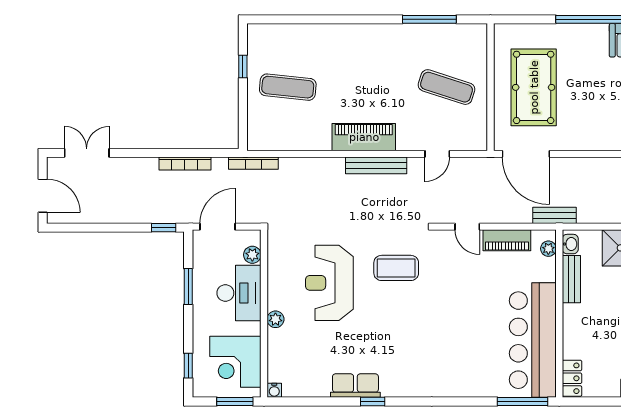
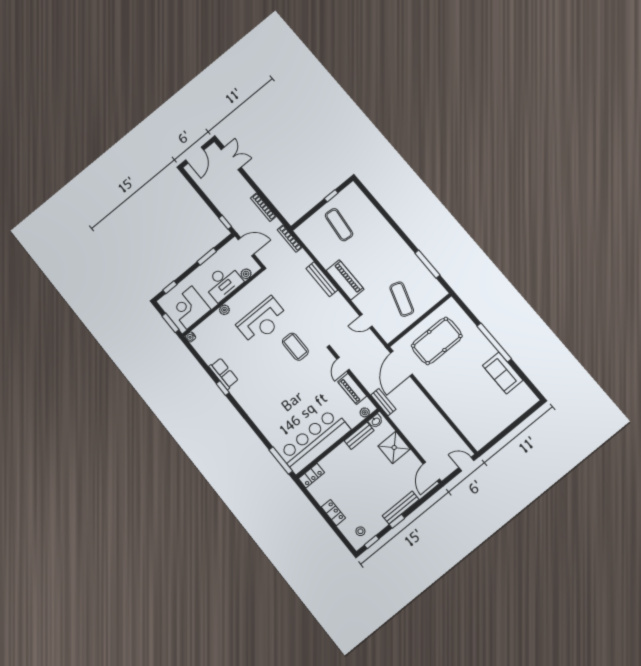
bench: (376, 165) -> (322, 279), moved
reception desk: (329, 283) -> (262, 321), turned 180

